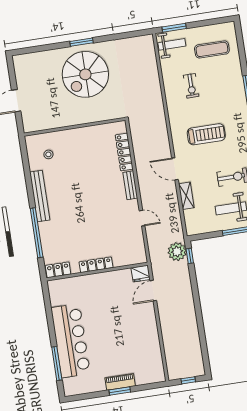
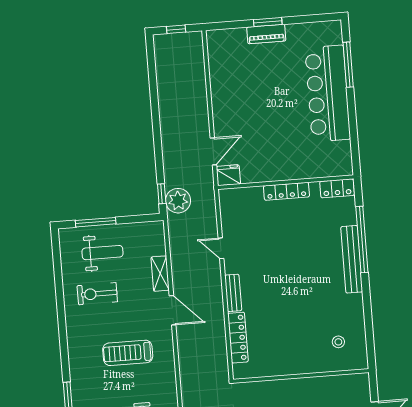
bench: (40, 196) -> (352, 259), moved

